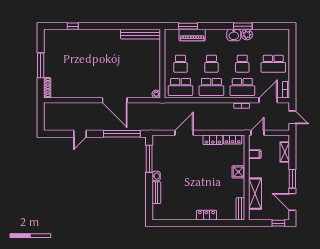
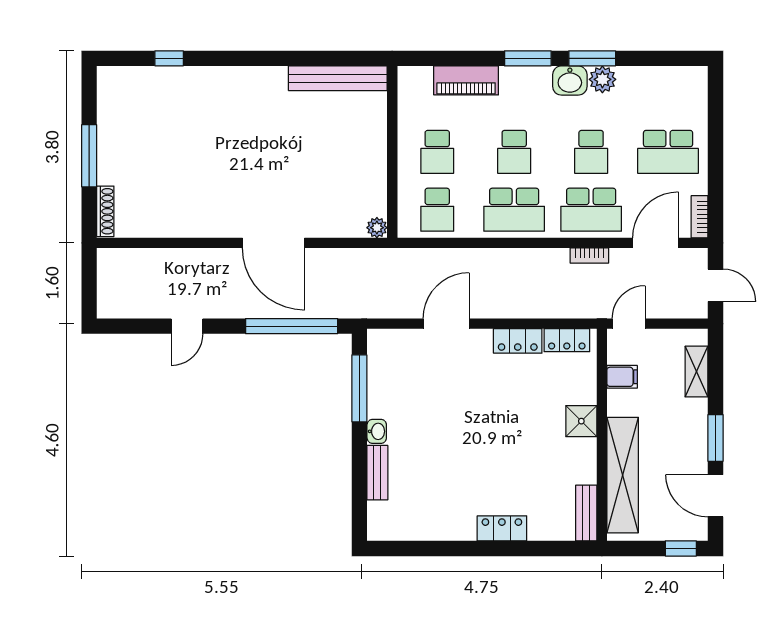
window: (188, 26) -> (528, 58), moved
school desk: (180, 87) -> (437, 210), width x0.54
shelving: (255, 194) -> (623, 475), width x1.47

